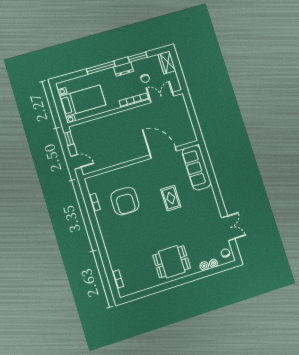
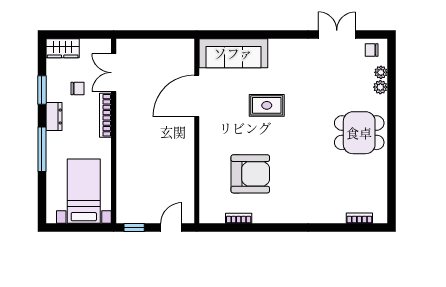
dining table: (172, 262) -> (359, 133), turned 90

